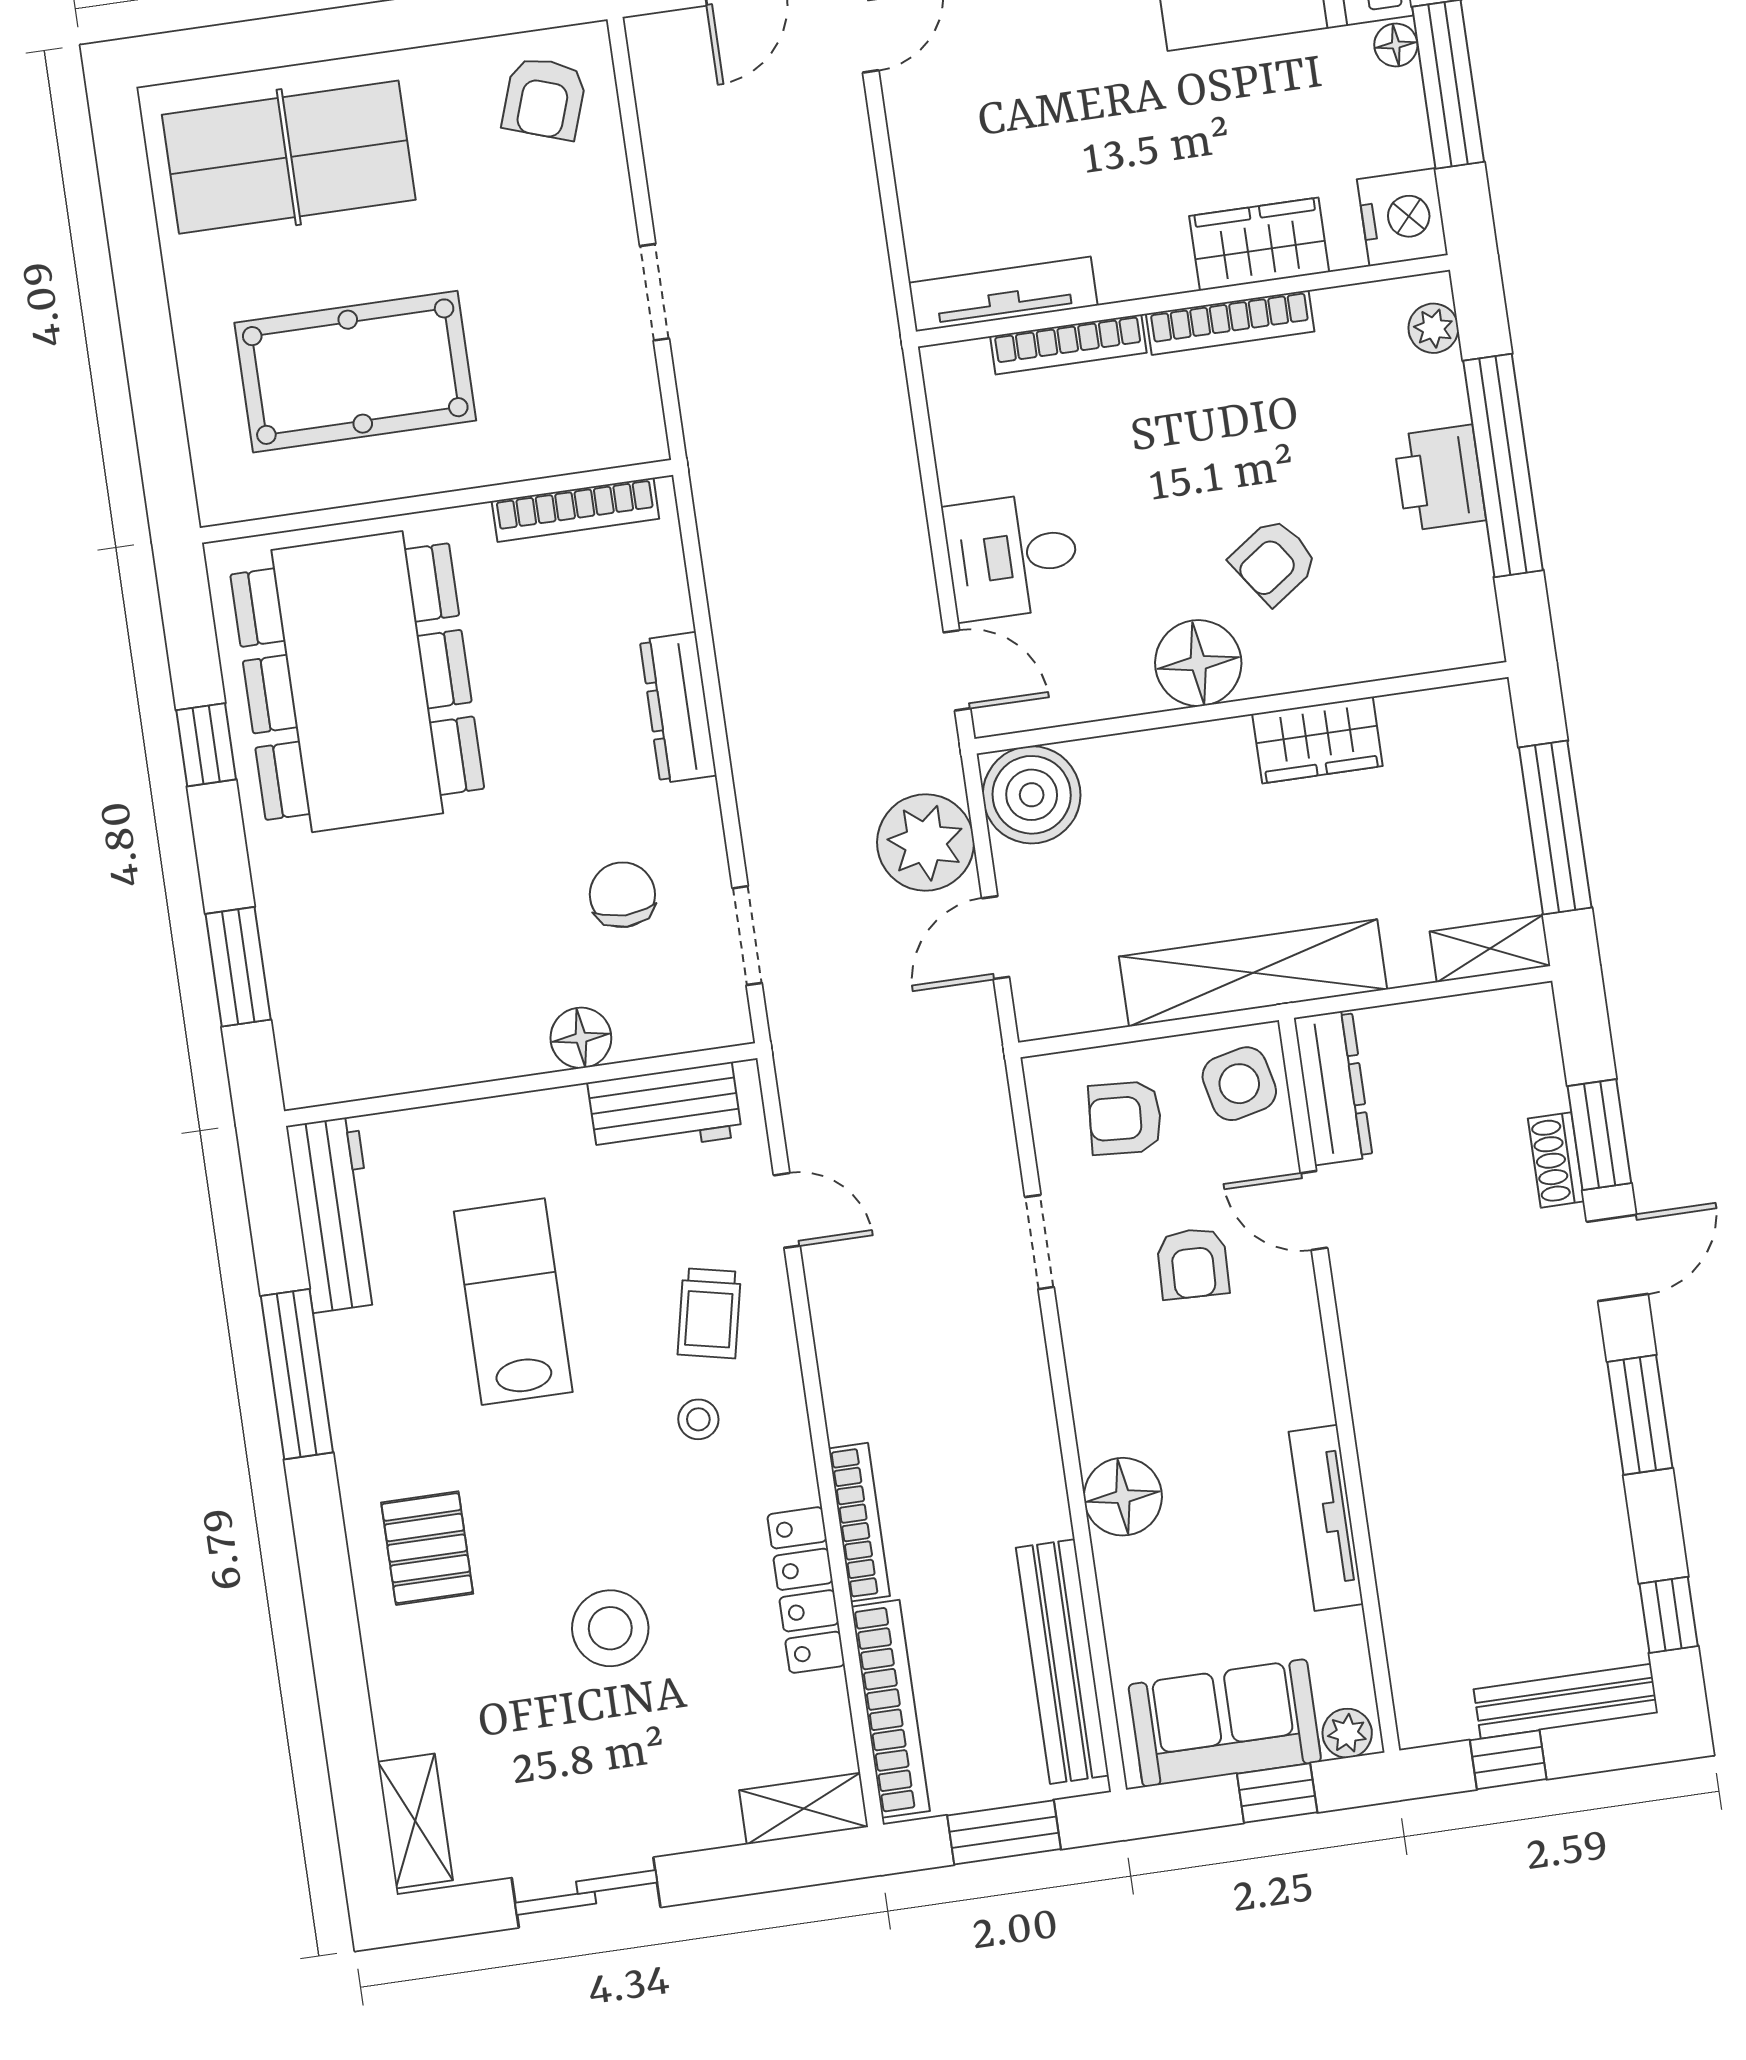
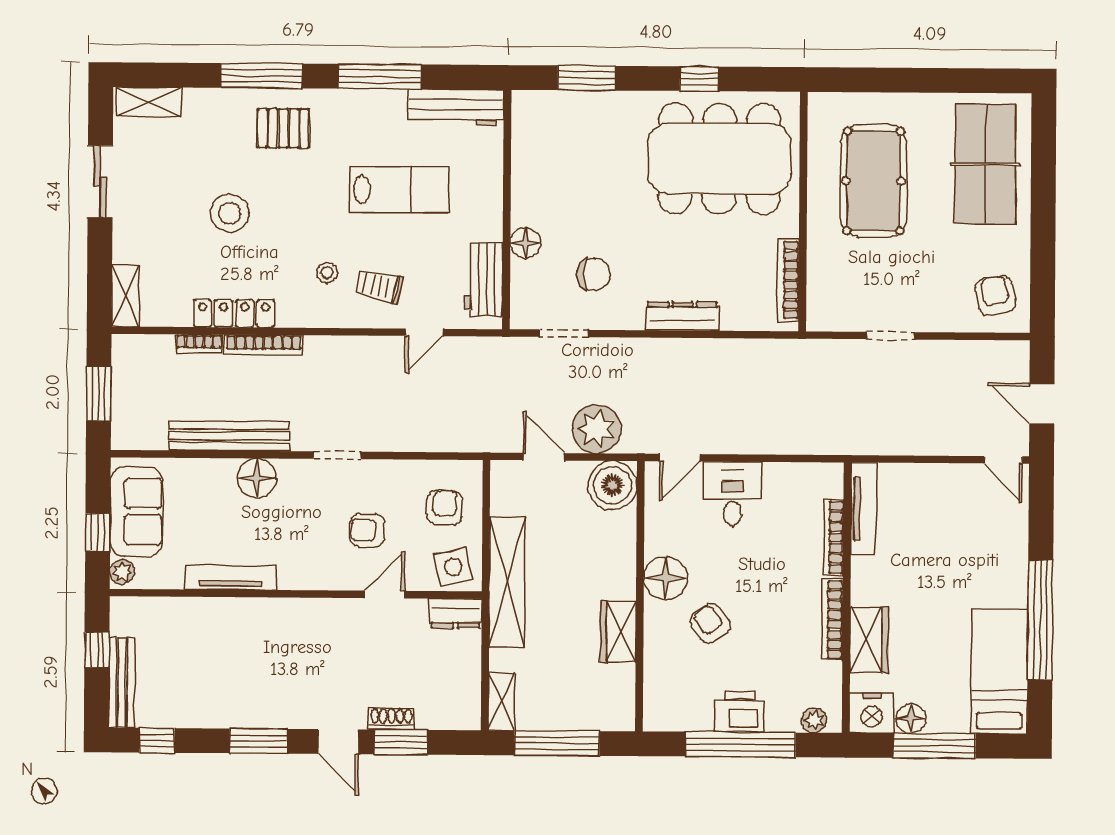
floor lamp: (1396, 45) -> (911, 718), moved, width x1.37, depth x1.37
armchair: (544, 98) -> (995, 295), turned 59
dresser: (1333, 1088) -> (456, 613), width x0.70
doorway: (1039, 1242) -> (337, 455), moved
window: (330, 1607) -> (261, 76), added
bench: (1062, 1662) -> (229, 436), moved
bookcase: (891, 1709) -> (199, 344), width x0.43, depth x0.76

